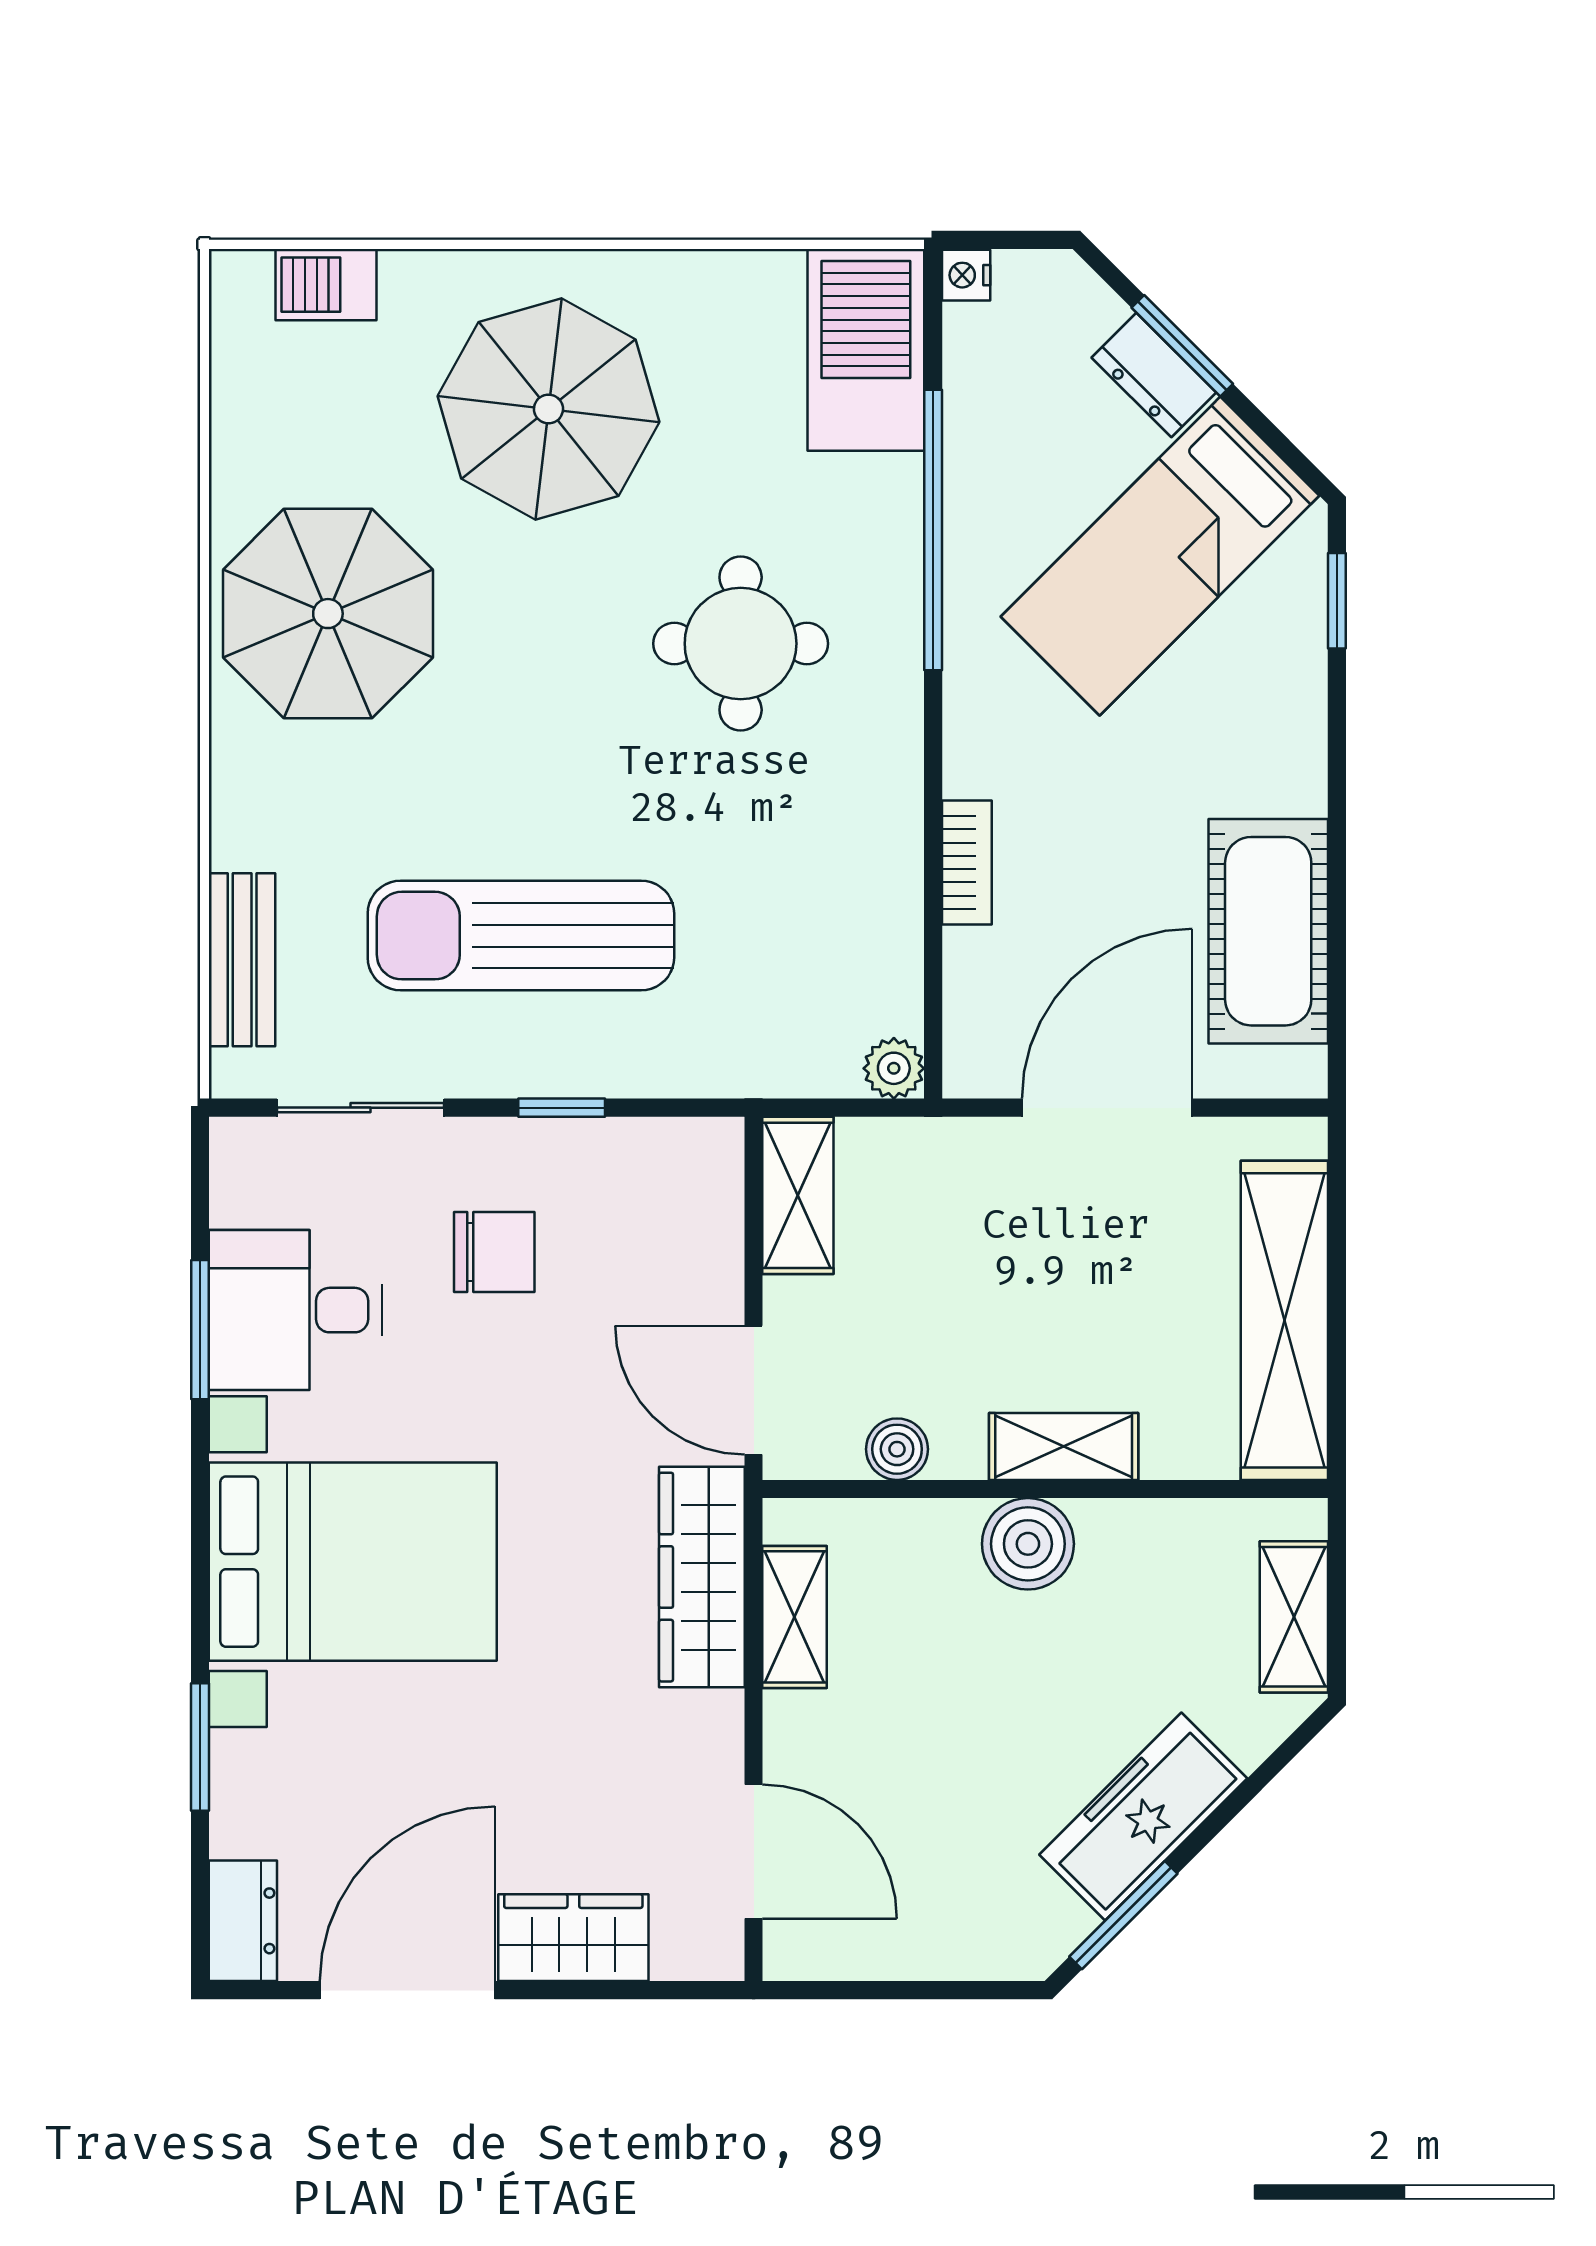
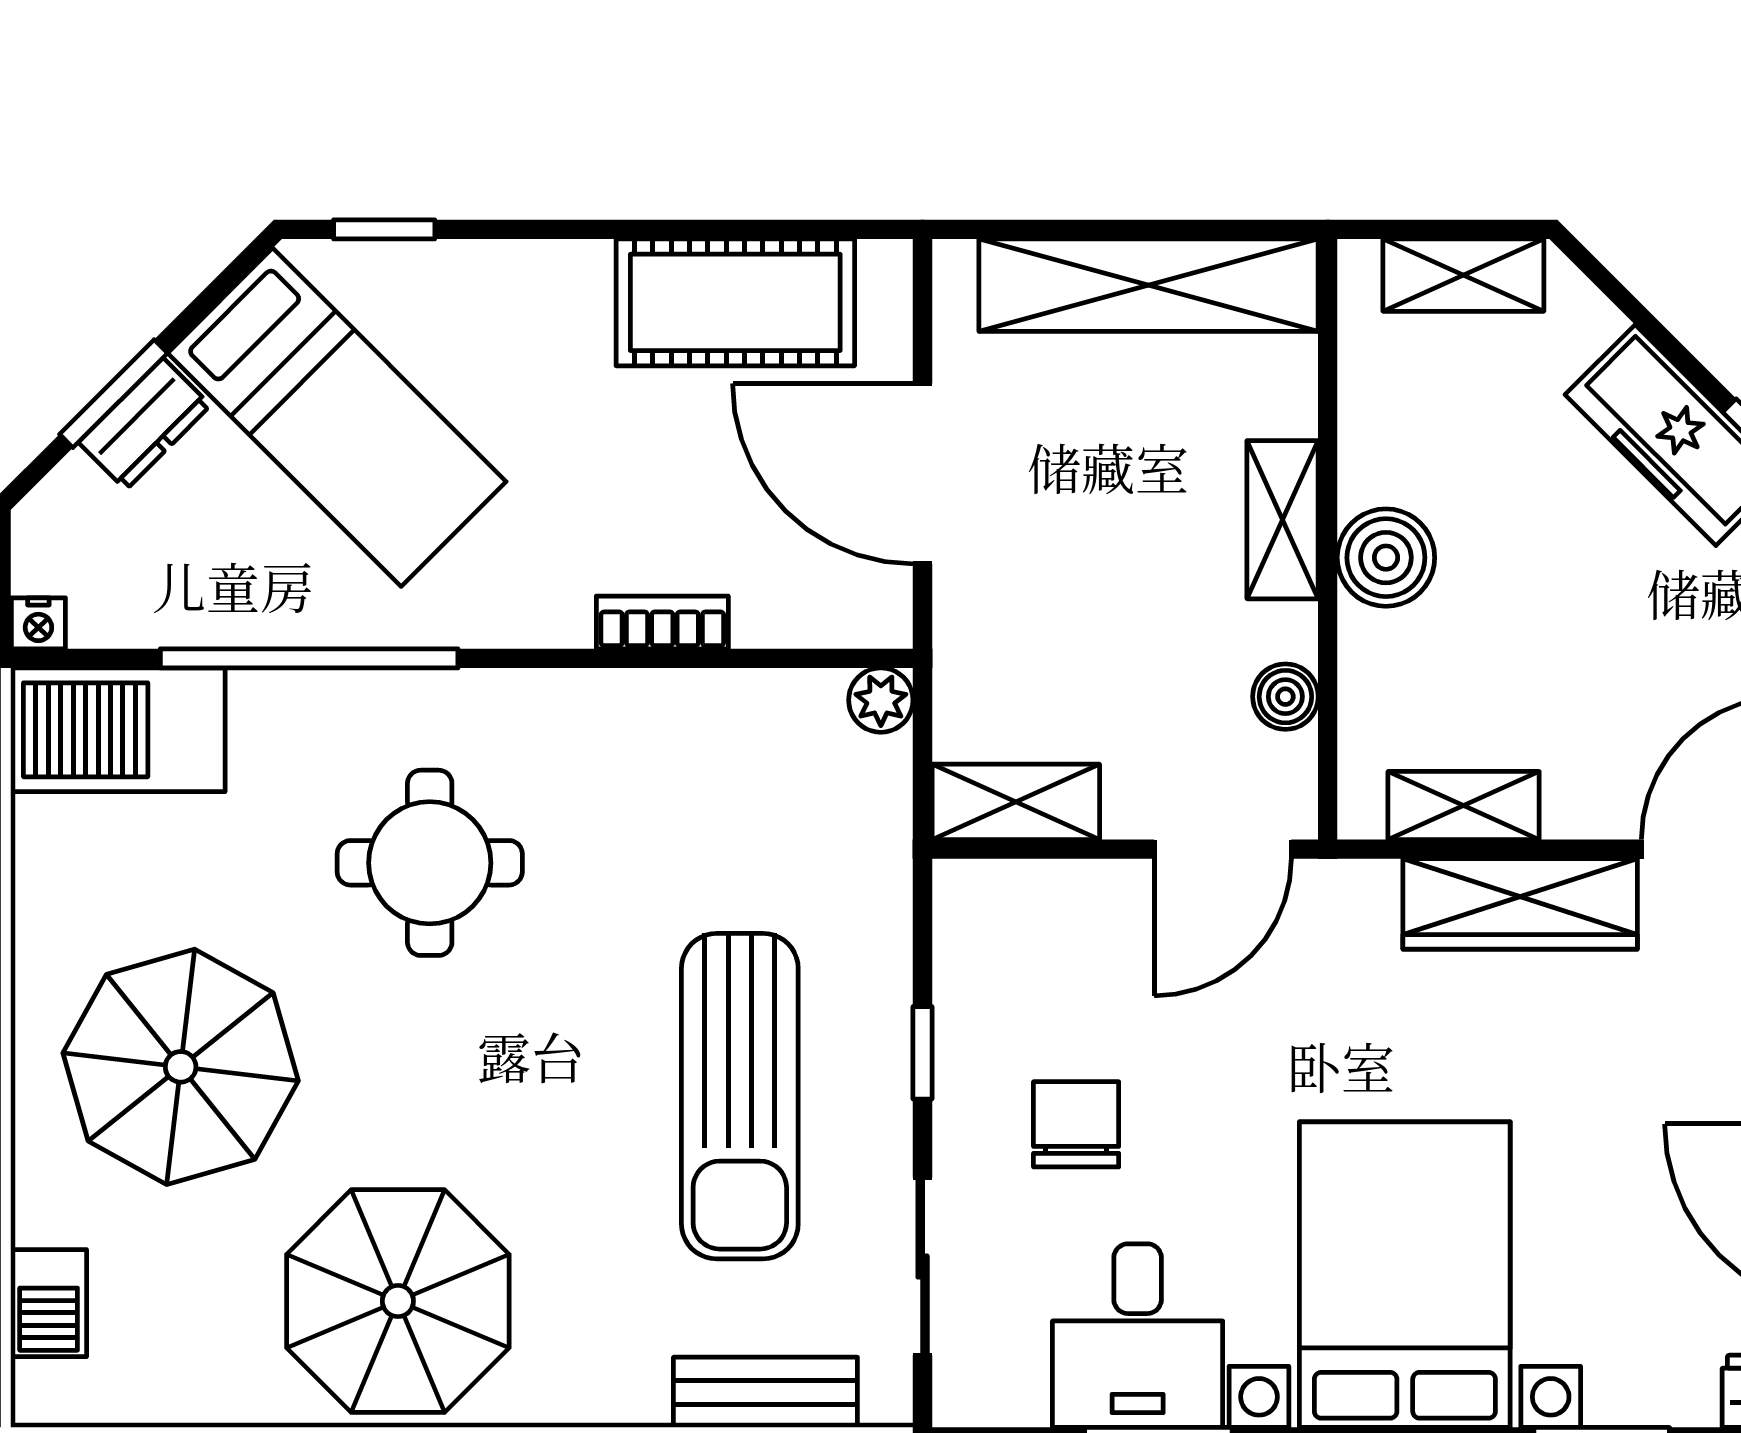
wardrobe: (702, 1577) -> (1520, 904), moved

